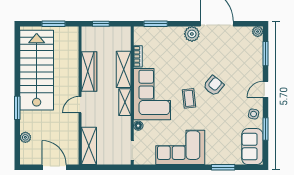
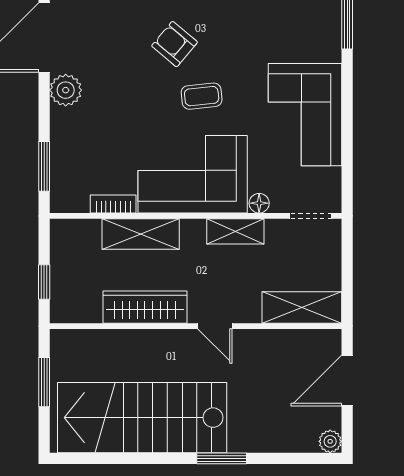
shelving: (125, 102) -> (235, 231), moved
plant: (25, 137) -> (330, 441), moved

